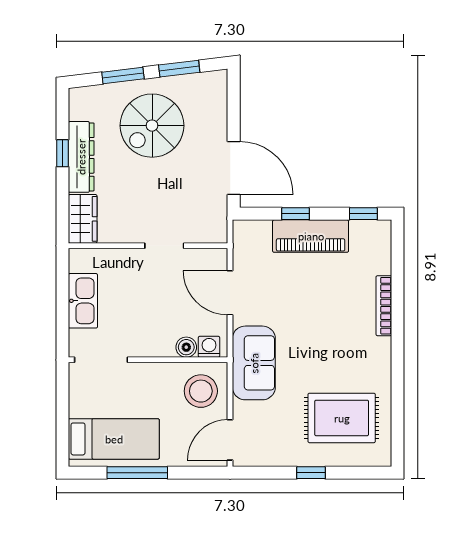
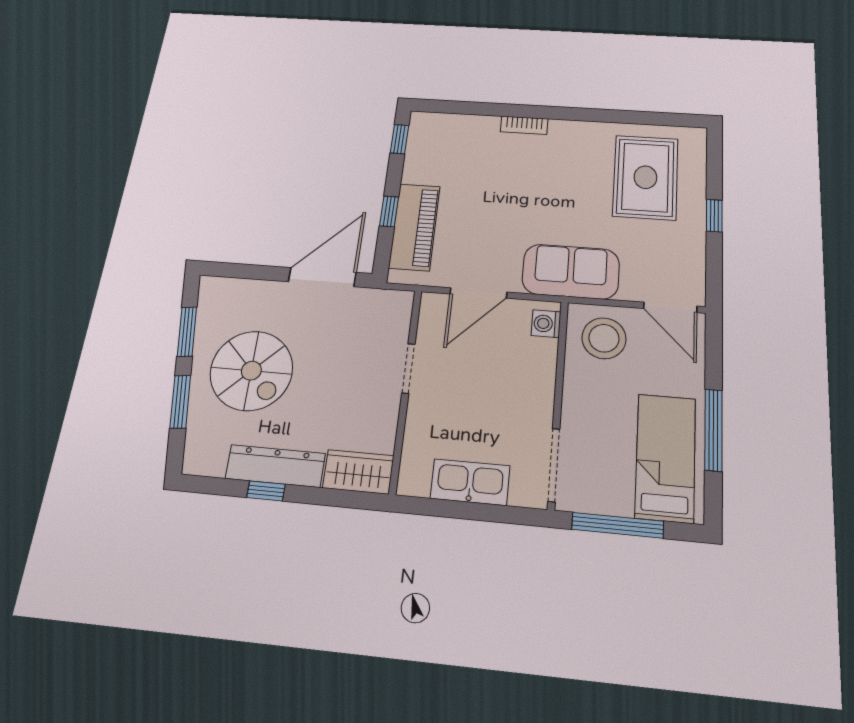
piano: (311, 236) -> (414, 227), moved
bookcase: (384, 306) -> (524, 125), width x0.64
boiler: (186, 347) -> (545, 352), removed
window: (63, 407) -> (618, 525), added

